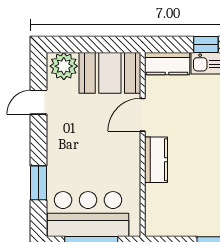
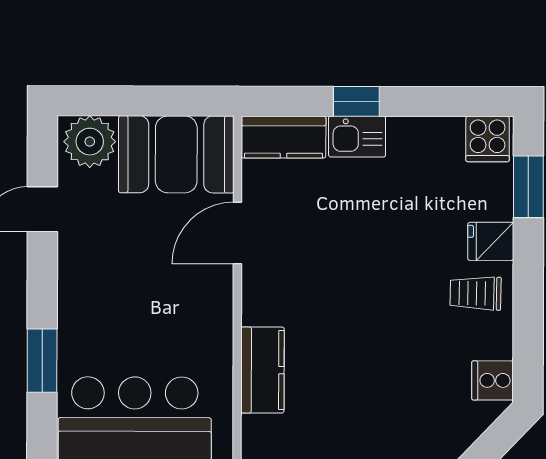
kitchen counter: (156, 160) -> (262, 370), moved

